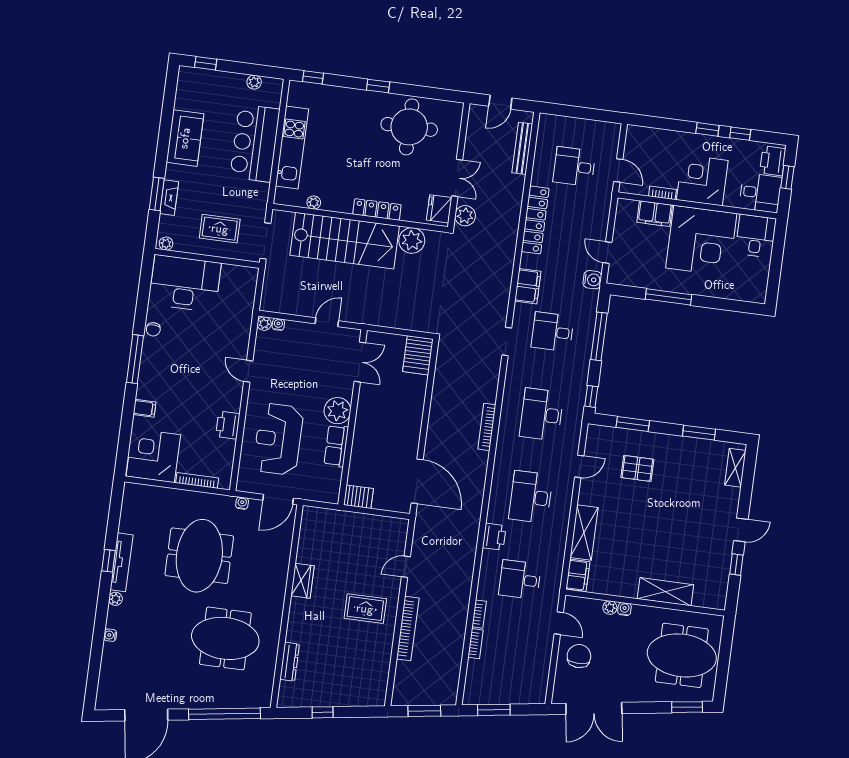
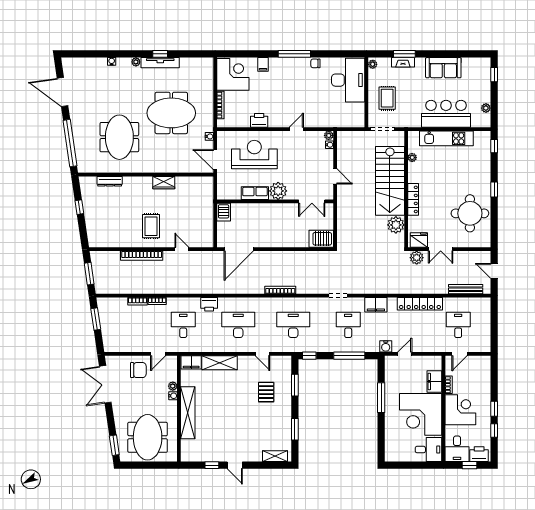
shelving: (665, 592) -> (188, 413), width x1.47

